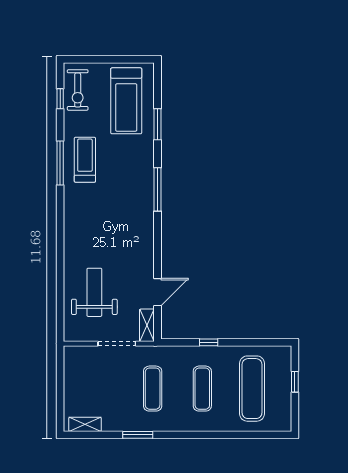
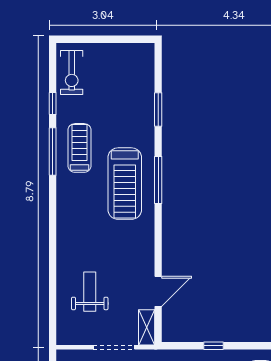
window: (60, 99) -> (53, 103), moved
treadmill: (126, 101) -> (125, 184), moved
weight bench: (94, 292) -> (90, 292), width x0.73, depth x0.75

